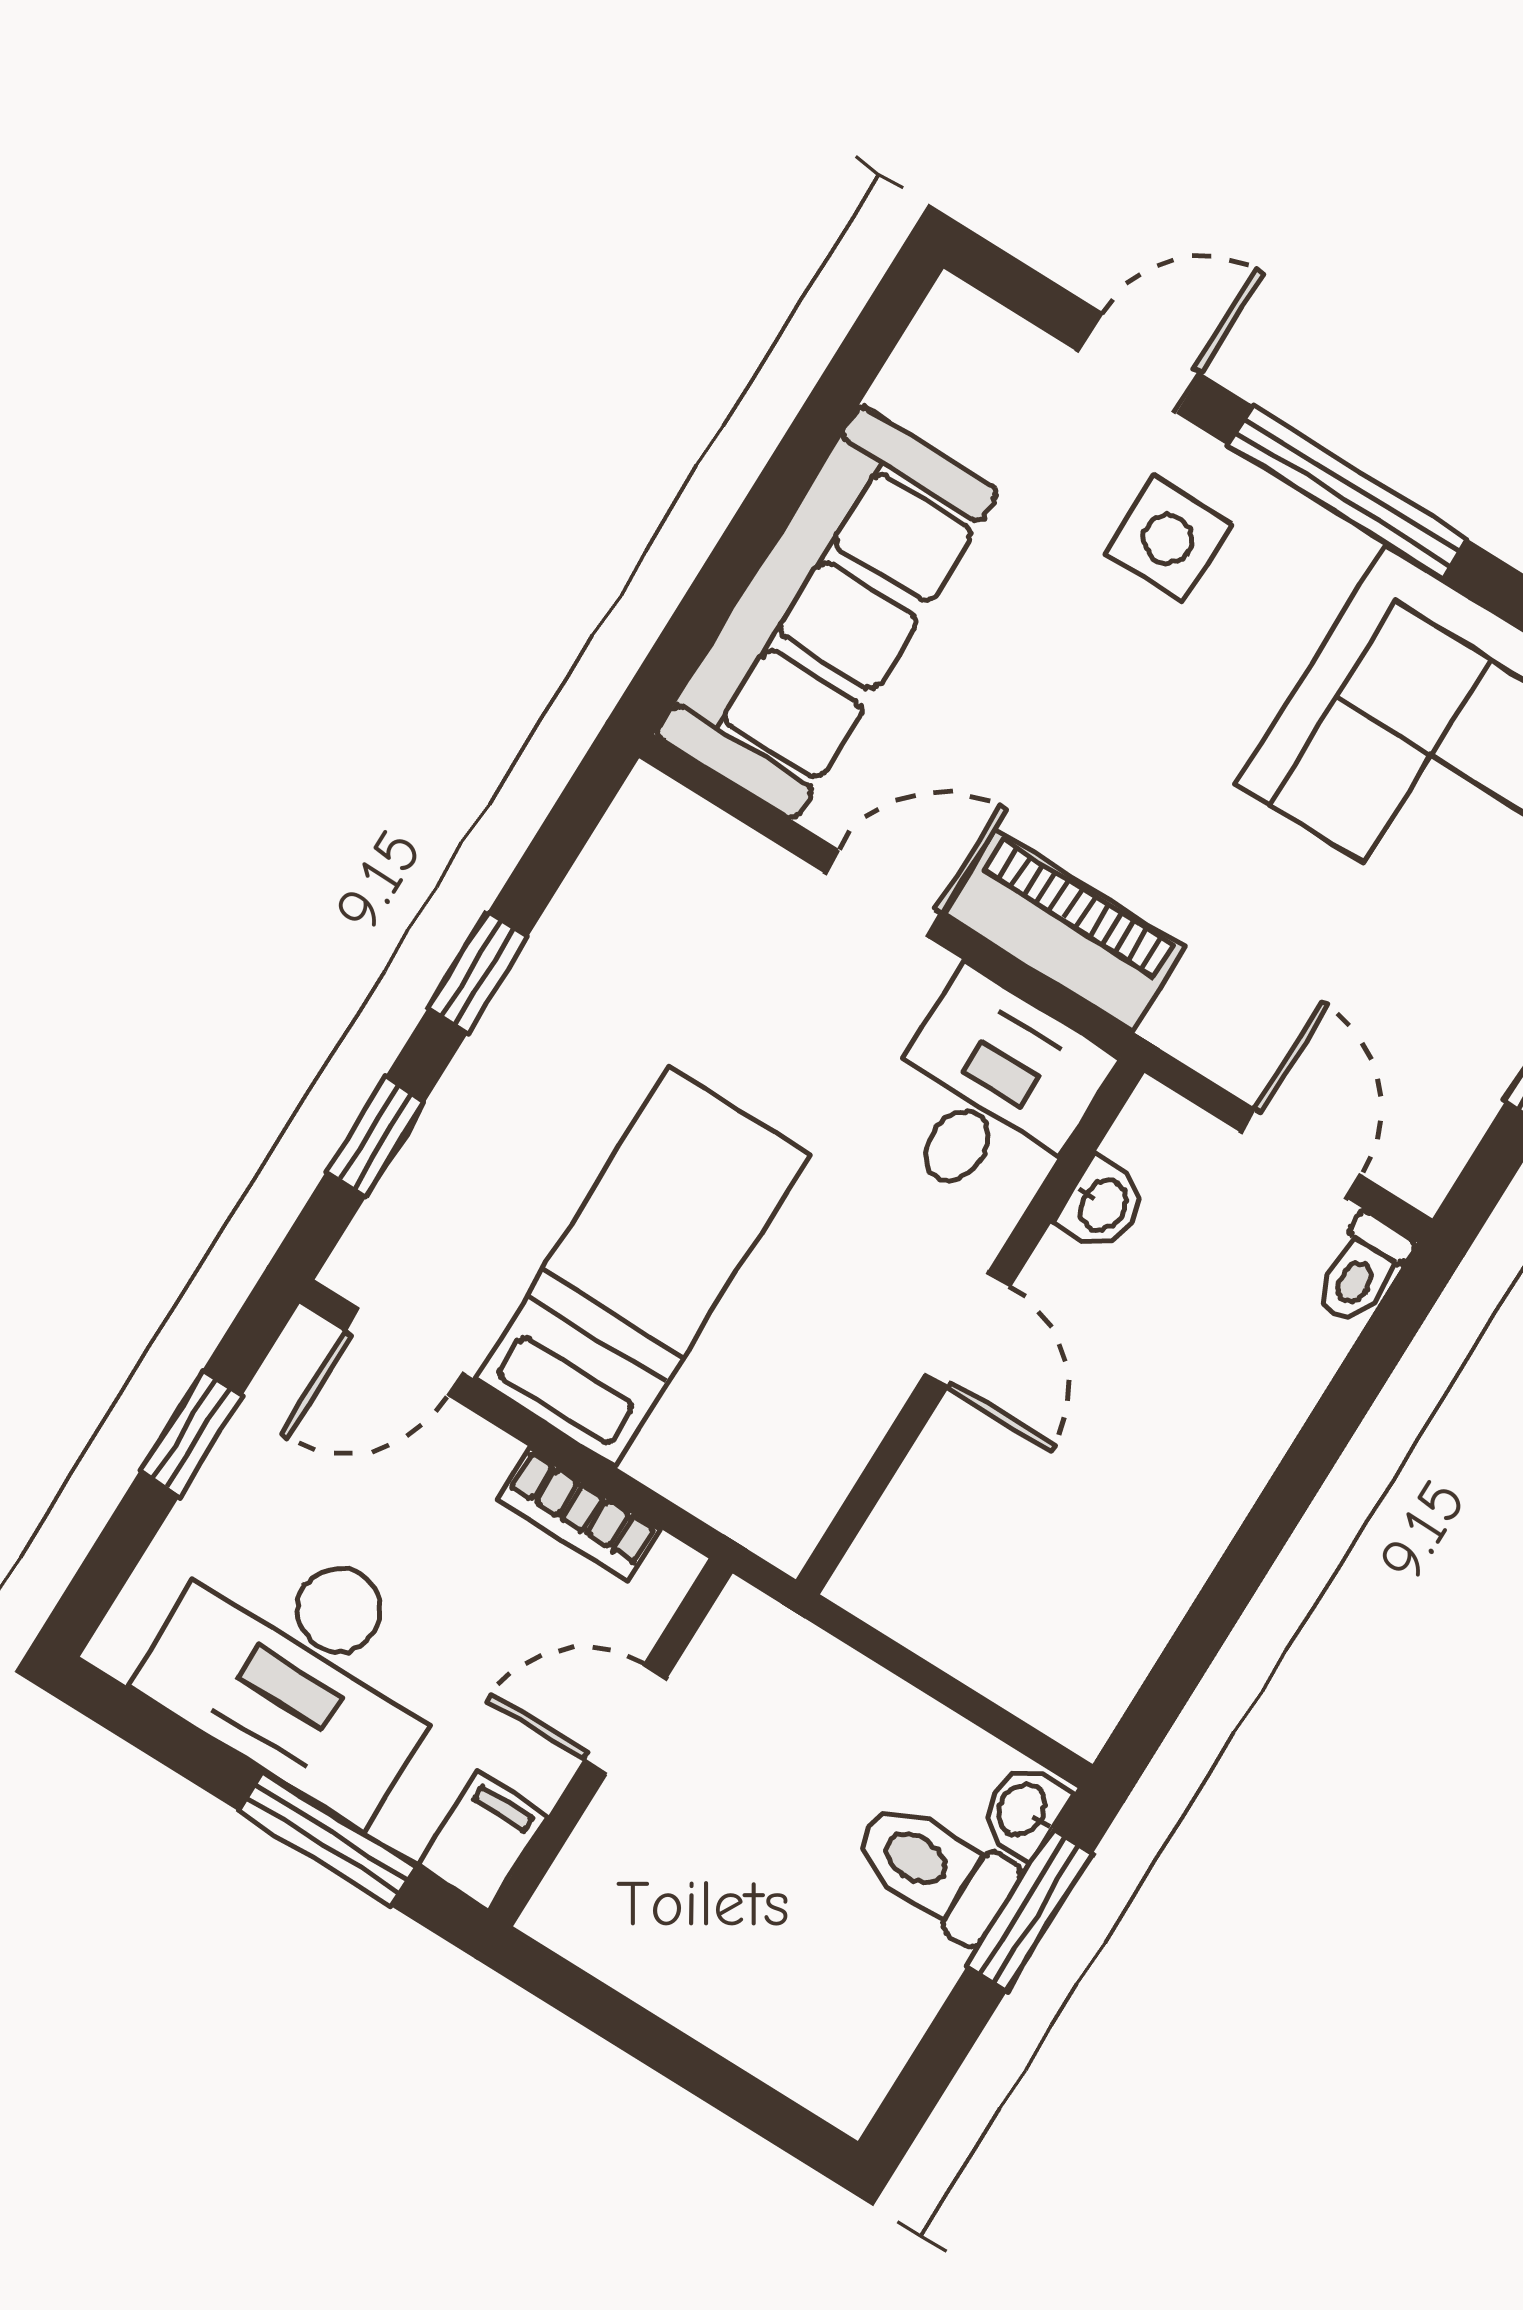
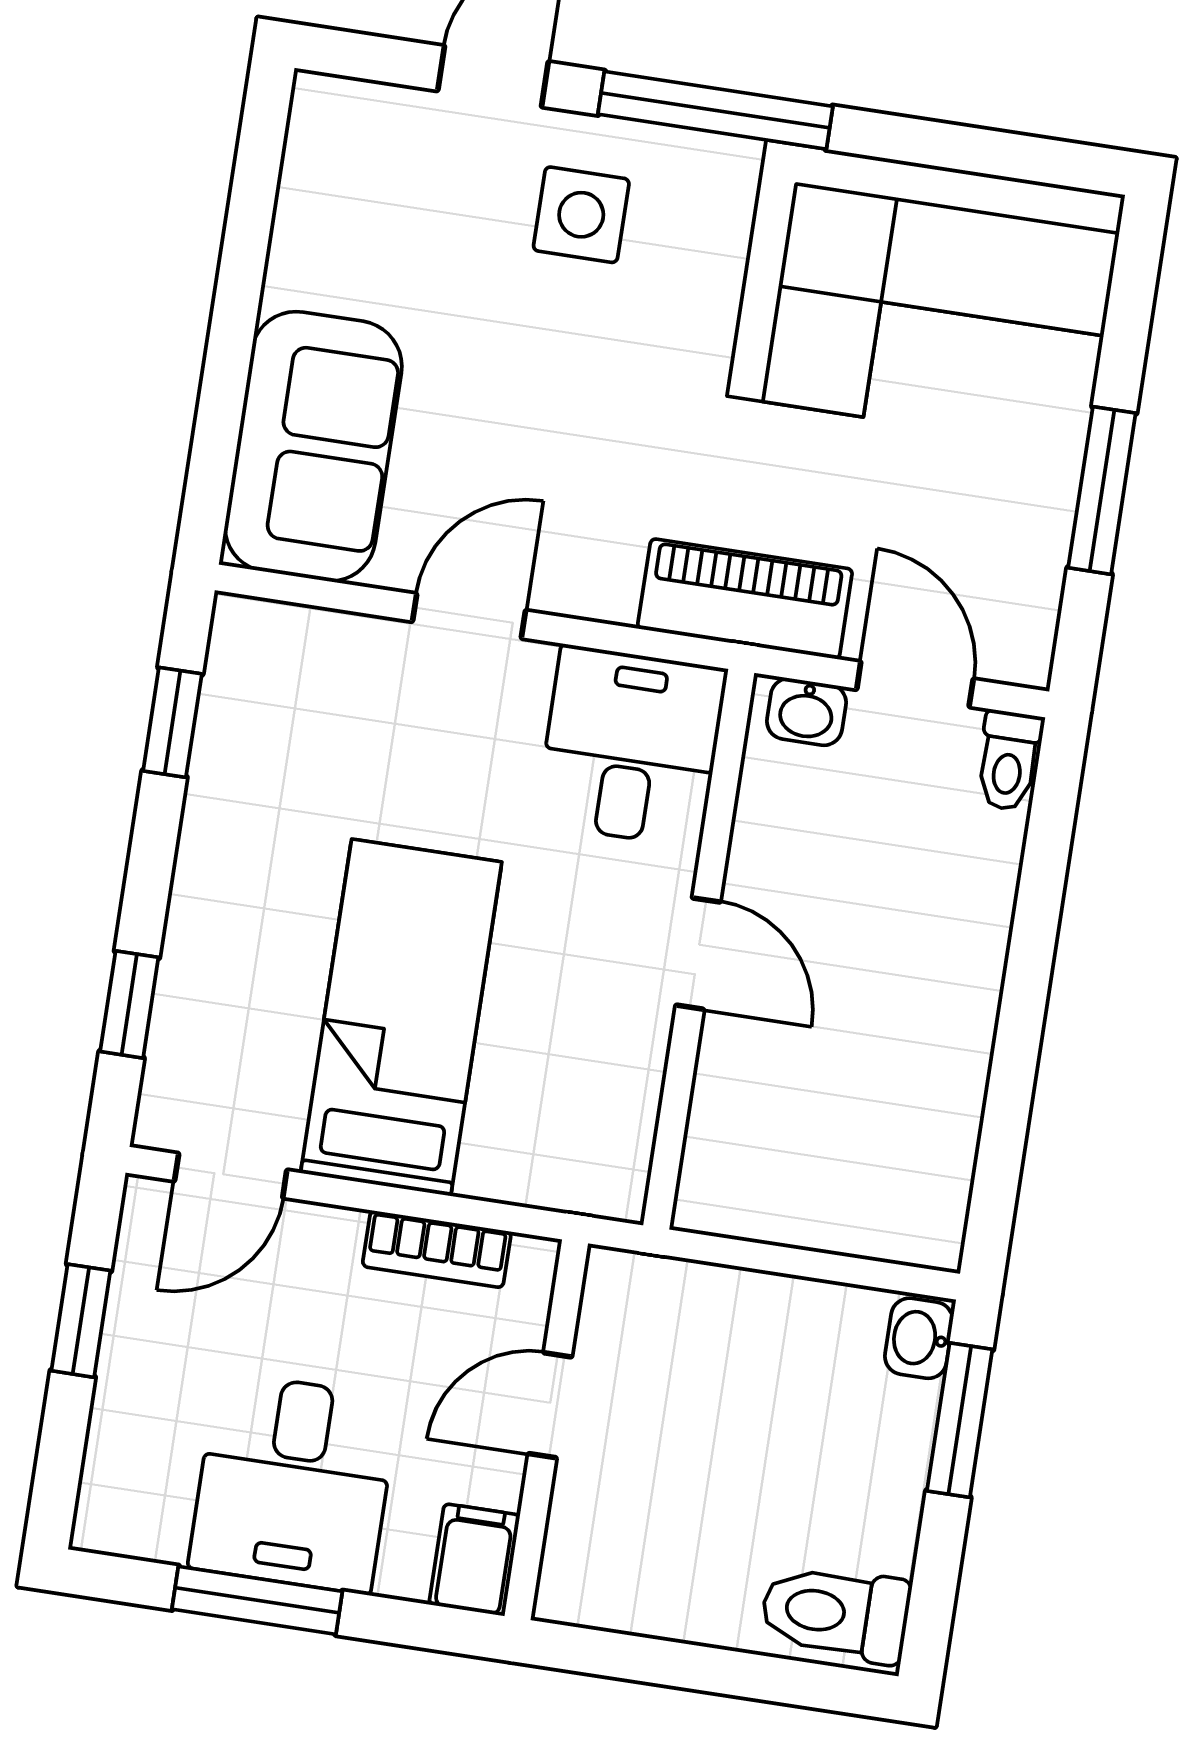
sofa: (827, 612) -> (313, 446), width x0.73
piano: (1065, 931) -> (745, 599), moved
window: (477, 973) -> (172, 722), moved
washbasin: (1102, 1205) -> (806, 712), moved, turned 90
desk: (303, 1667) -> (294, 1483), width x0.73
window: (327, 1839) -> (257, 1600), moved
toilet: (934, 1870) -> (835, 1613), moved

